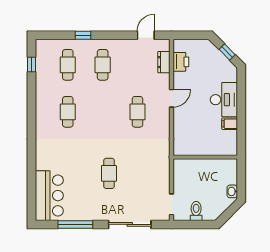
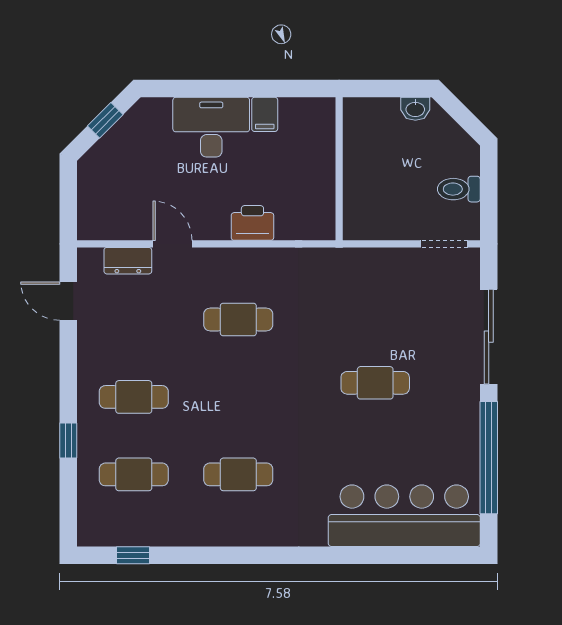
printer: (181, 62) -> (252, 223), moved
door: (171, 98) -> (172, 244), moved
bar counter: (49, 196) -> (404, 516), width x1.36
window: (75, 224) -> (489, 458), width x1.46

